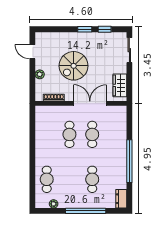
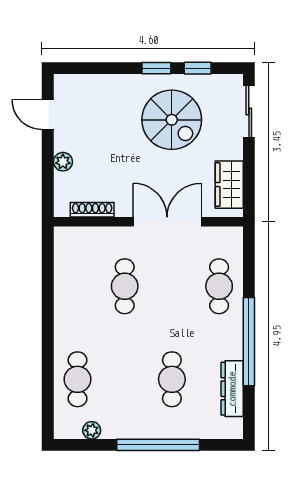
spiral stairs: (74, 66) -> (172, 120), moved, turned -90
cafe table: (92, 134) -> (219, 286), moved
dresser: (121, 199) -> (232, 389), moved, width x1.44

